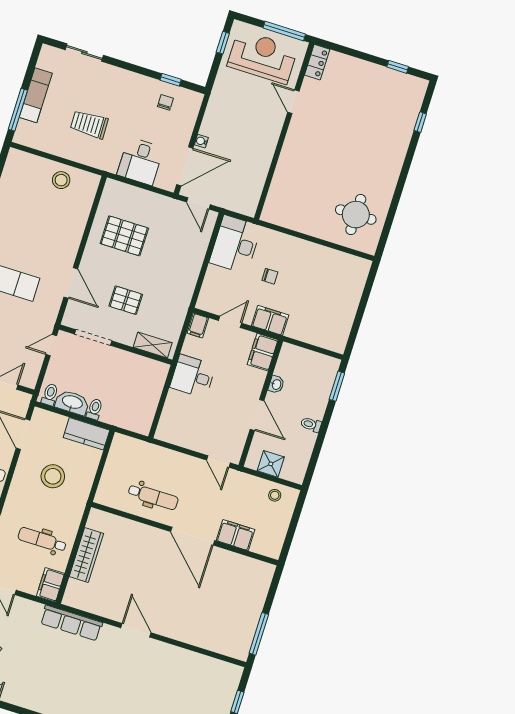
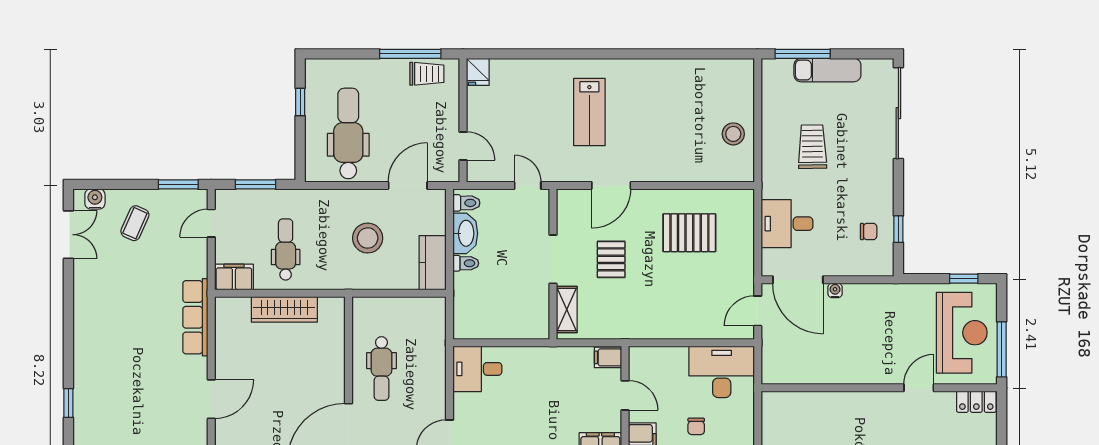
sliding door: (84, 53) -> (898, 113), width x1.86
pallet: (124, 236) -> (689, 233), turned 90
doorway: (93, 337) -> (553, 259), moved
desk: (193, 376) -> (477, 369), moved, turned -90

